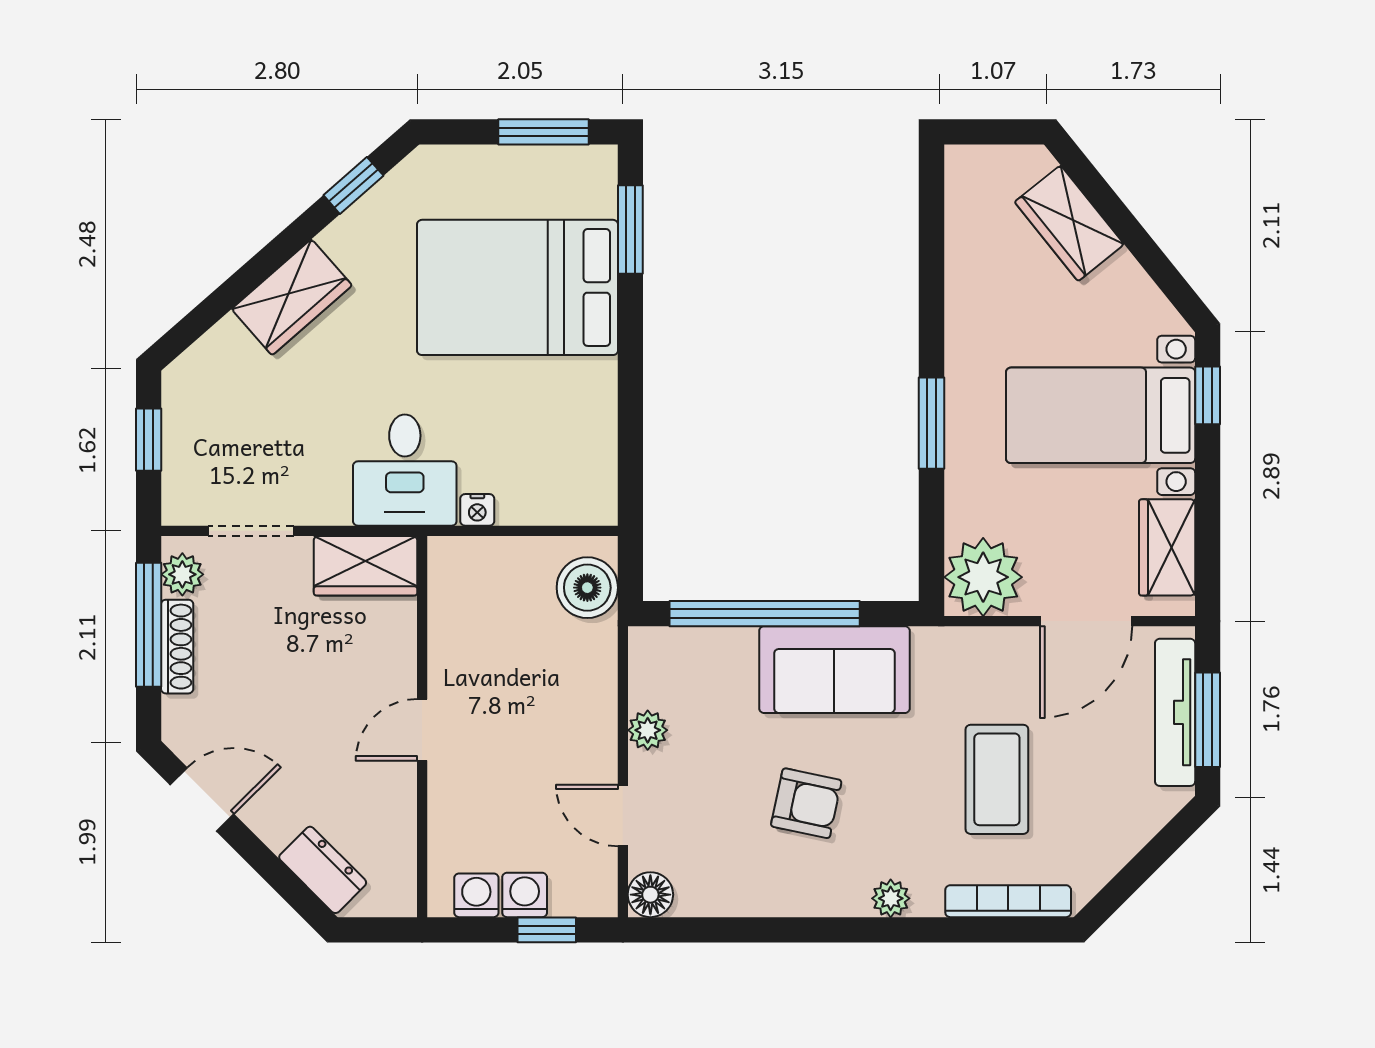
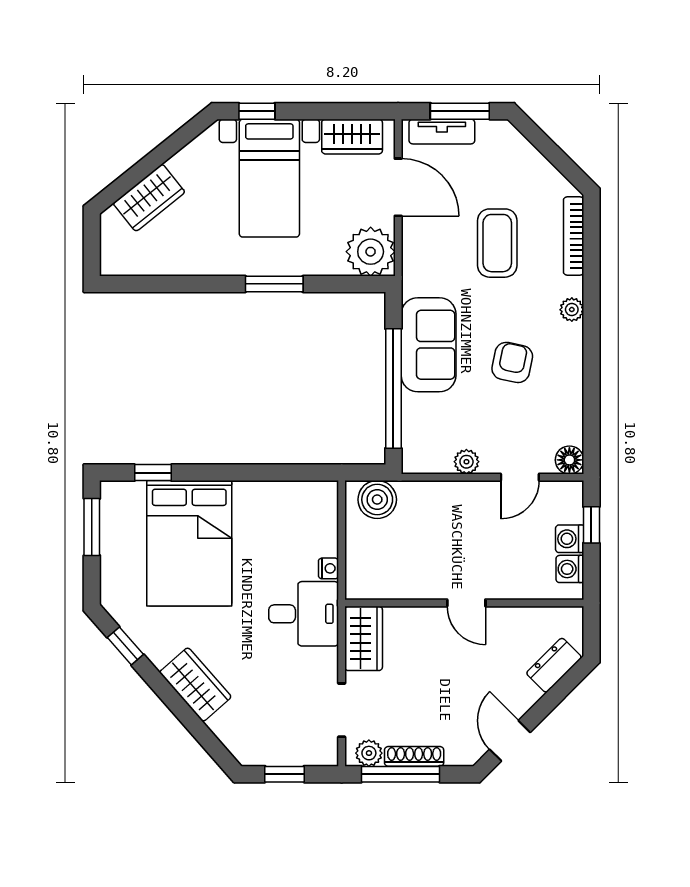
window: (630, 229) -> (153, 473), width x0.67
tv unit: (1175, 712) -> (442, 132), width x0.71
coffee table: (997, 779) -> (497, 243), turned 90

